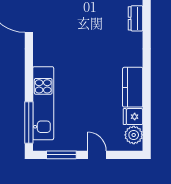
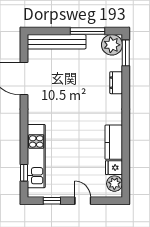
window: (29, 123) -> (24, 173), width x0.46
window: (61, 155) -> (52, 201), width x0.67

